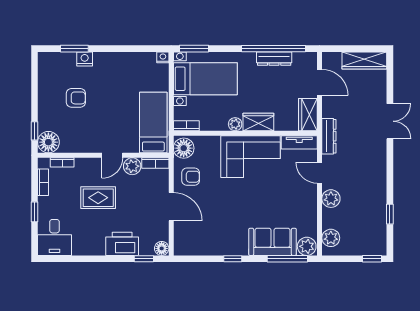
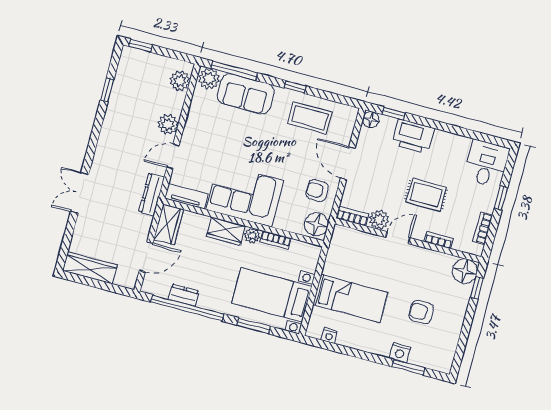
window: (194, 49) -> (254, 326), moved
nightstand: (163, 57) -> (329, 336), moved
dresser: (274, 59) -> (184, 295), width x0.70
door: (320, 82) -> (146, 257), swing flipped
bed: (153, 123) -> (350, 299), moved, turned -90
bookcase: (186, 126) -> (276, 240), moved
bookcase: (62, 162) -> (439, 240), moved
door: (320, 173) -> (173, 157), swing flipped
coffee table: (213, 236) -> (310, 118), added

